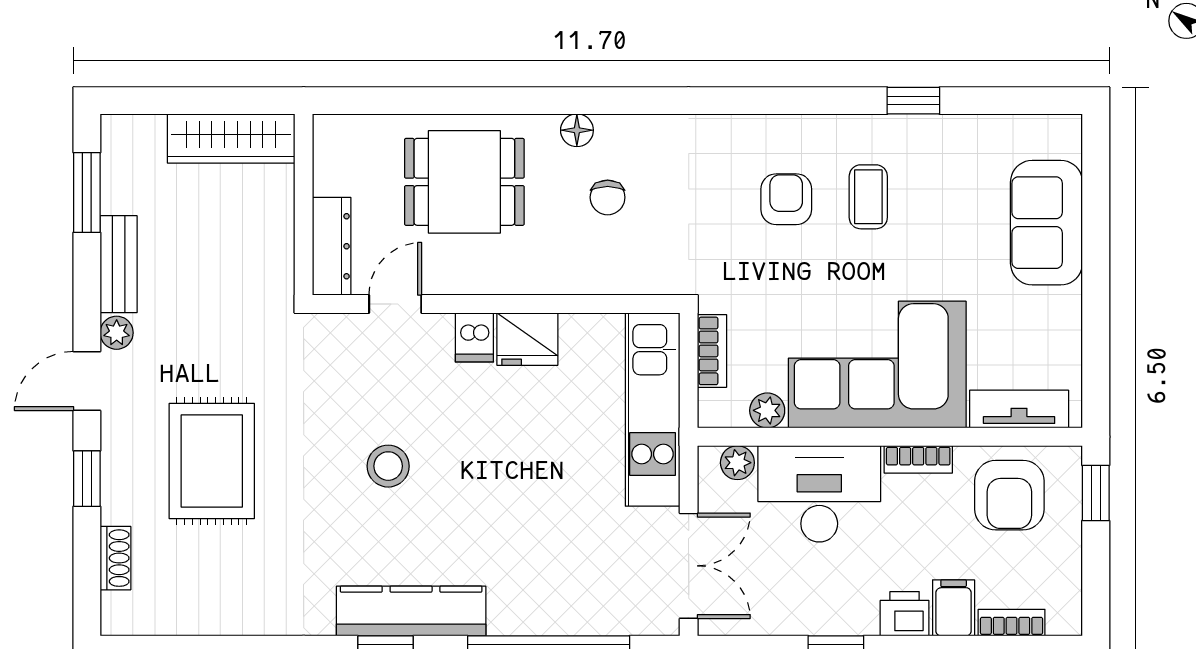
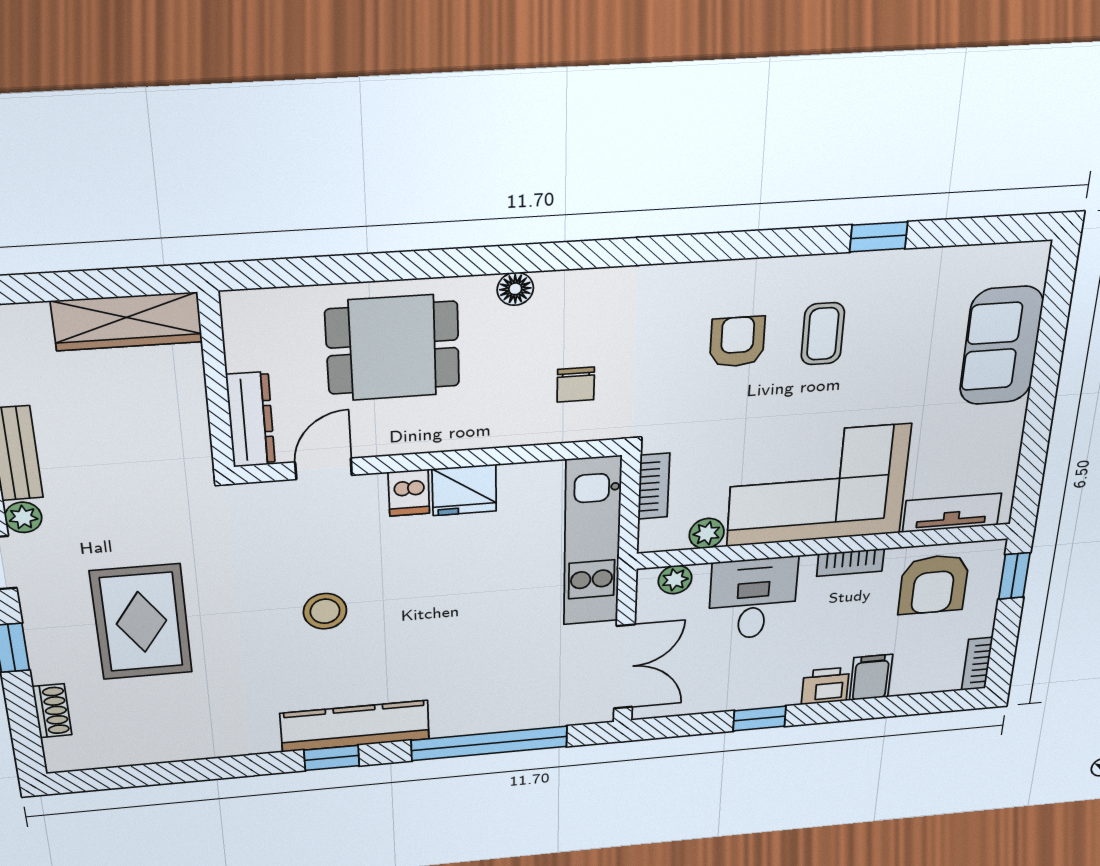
chair: (608, 197) -> (576, 385), moved
desk: (819, 494) -> (753, 599), width x0.73
bookcase: (1012, 623) -> (977, 664), moved, turned -90

